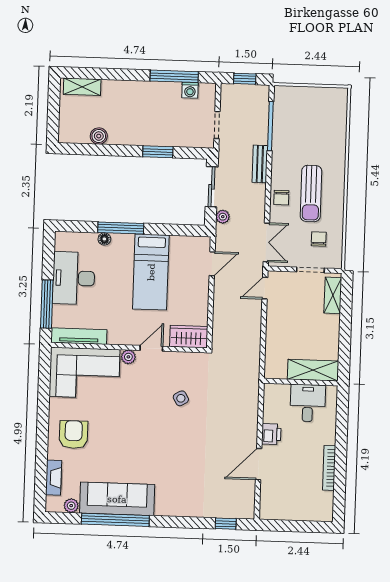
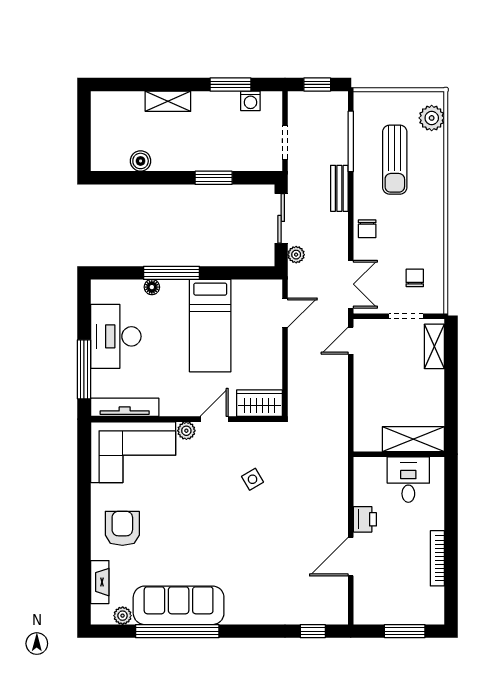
window: (174, 76) -> (230, 84), width x0.69
shelving: (82, 87) -> (168, 101), moved
plant: (337, 109) -> (432, 118), added
sun lounger: (311, 193) -> (395, 160), moved
window: (300, 526) -> (405, 631), added

